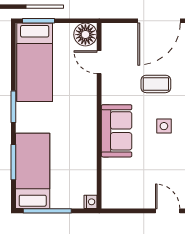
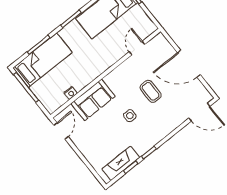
floor lamp: (85, 35) -> (147, 27), removed
sofa: (117, 131) -> (93, 100), moved
nightstand: (91, 202) -> (71, 93), moved
door: (168, 211) -> (61, 131), moved

